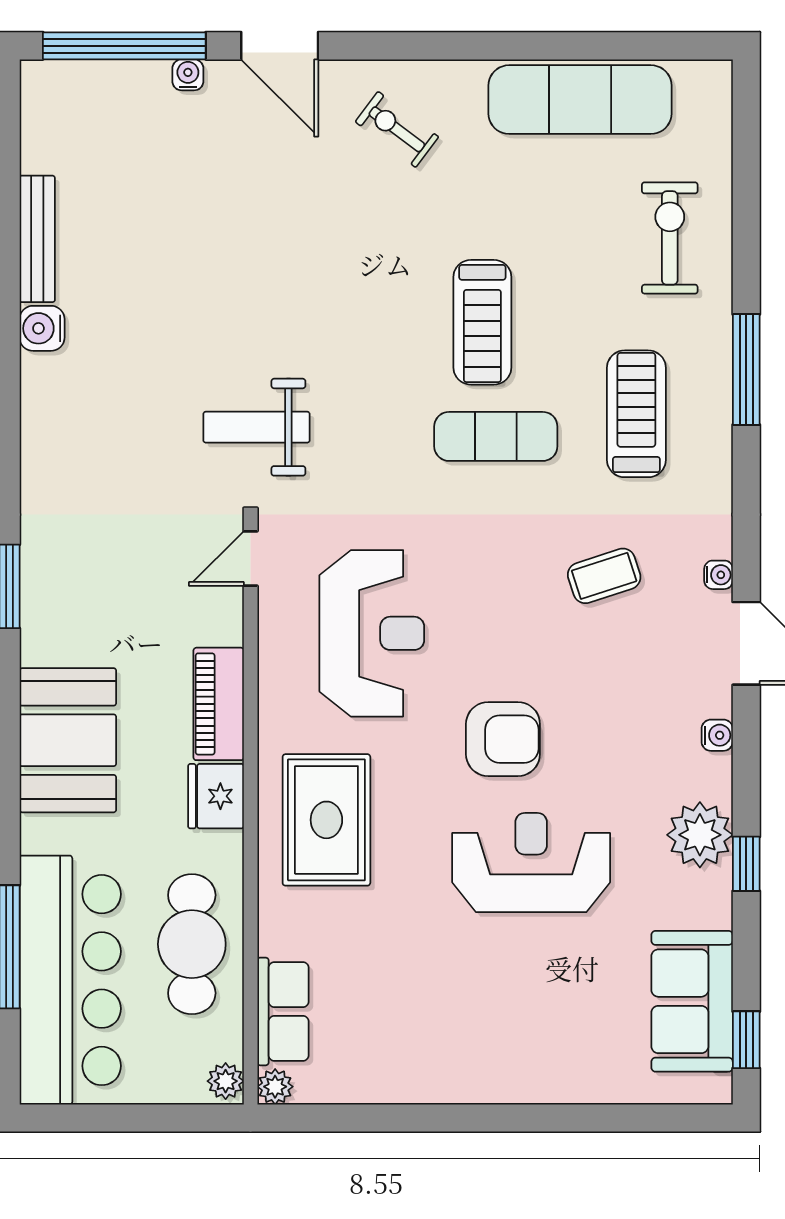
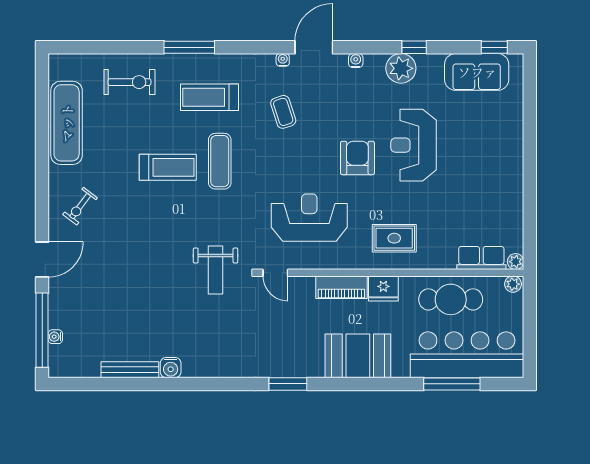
water cooler: (188, 75) -> (55, 337), moved
exercise bike: (670, 238) -> (129, 82), turned 180
rug: (326, 820) -> (394, 238), width x0.73, depth x0.70

